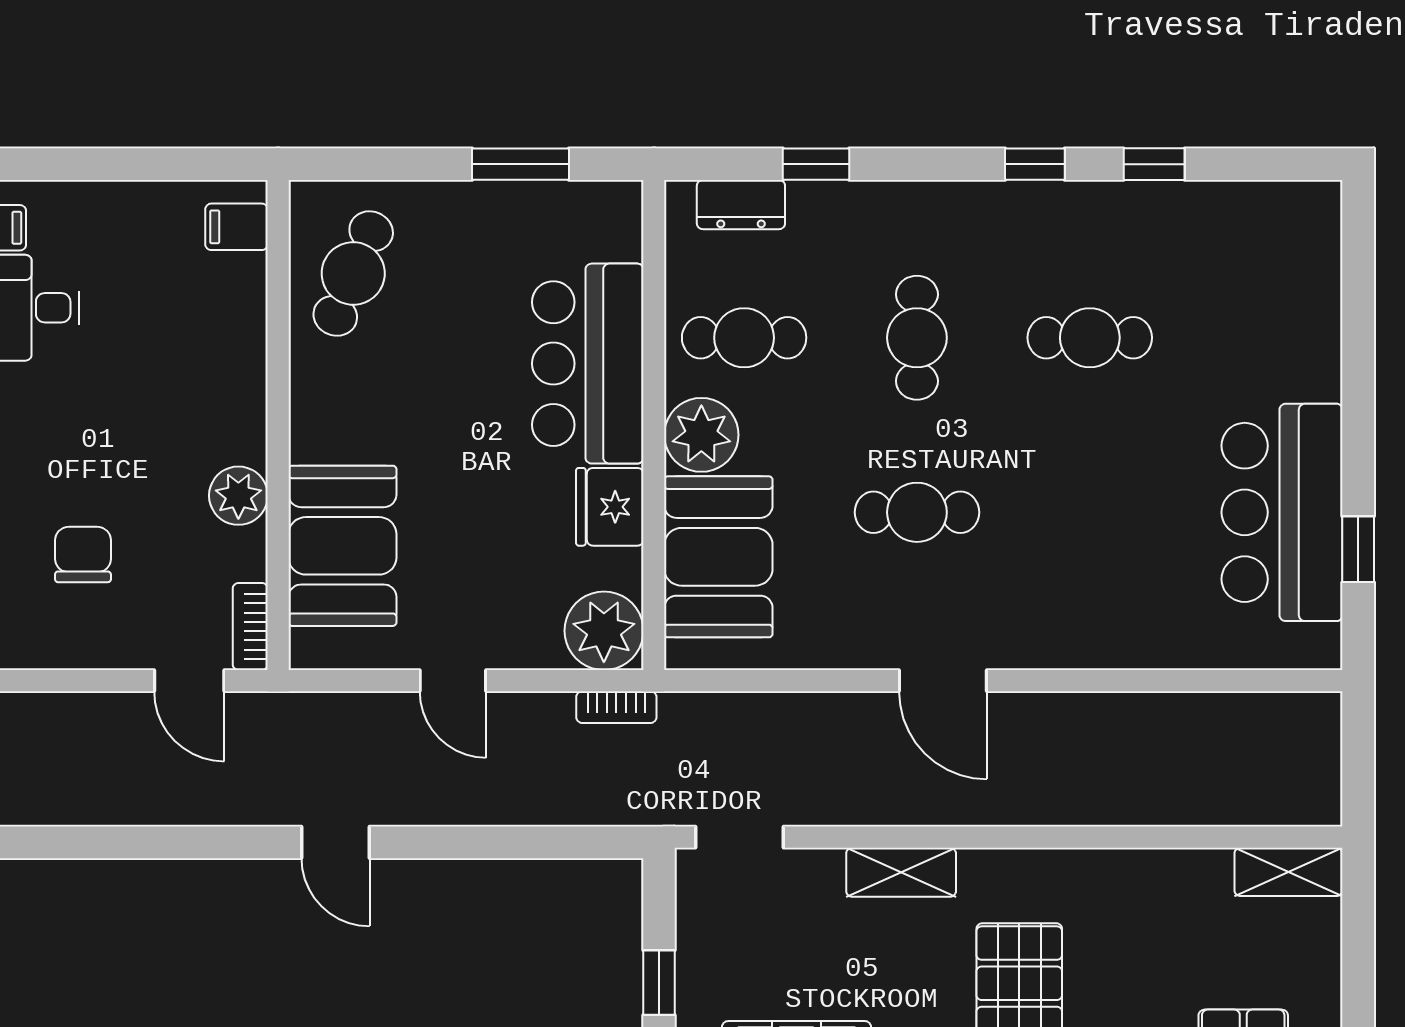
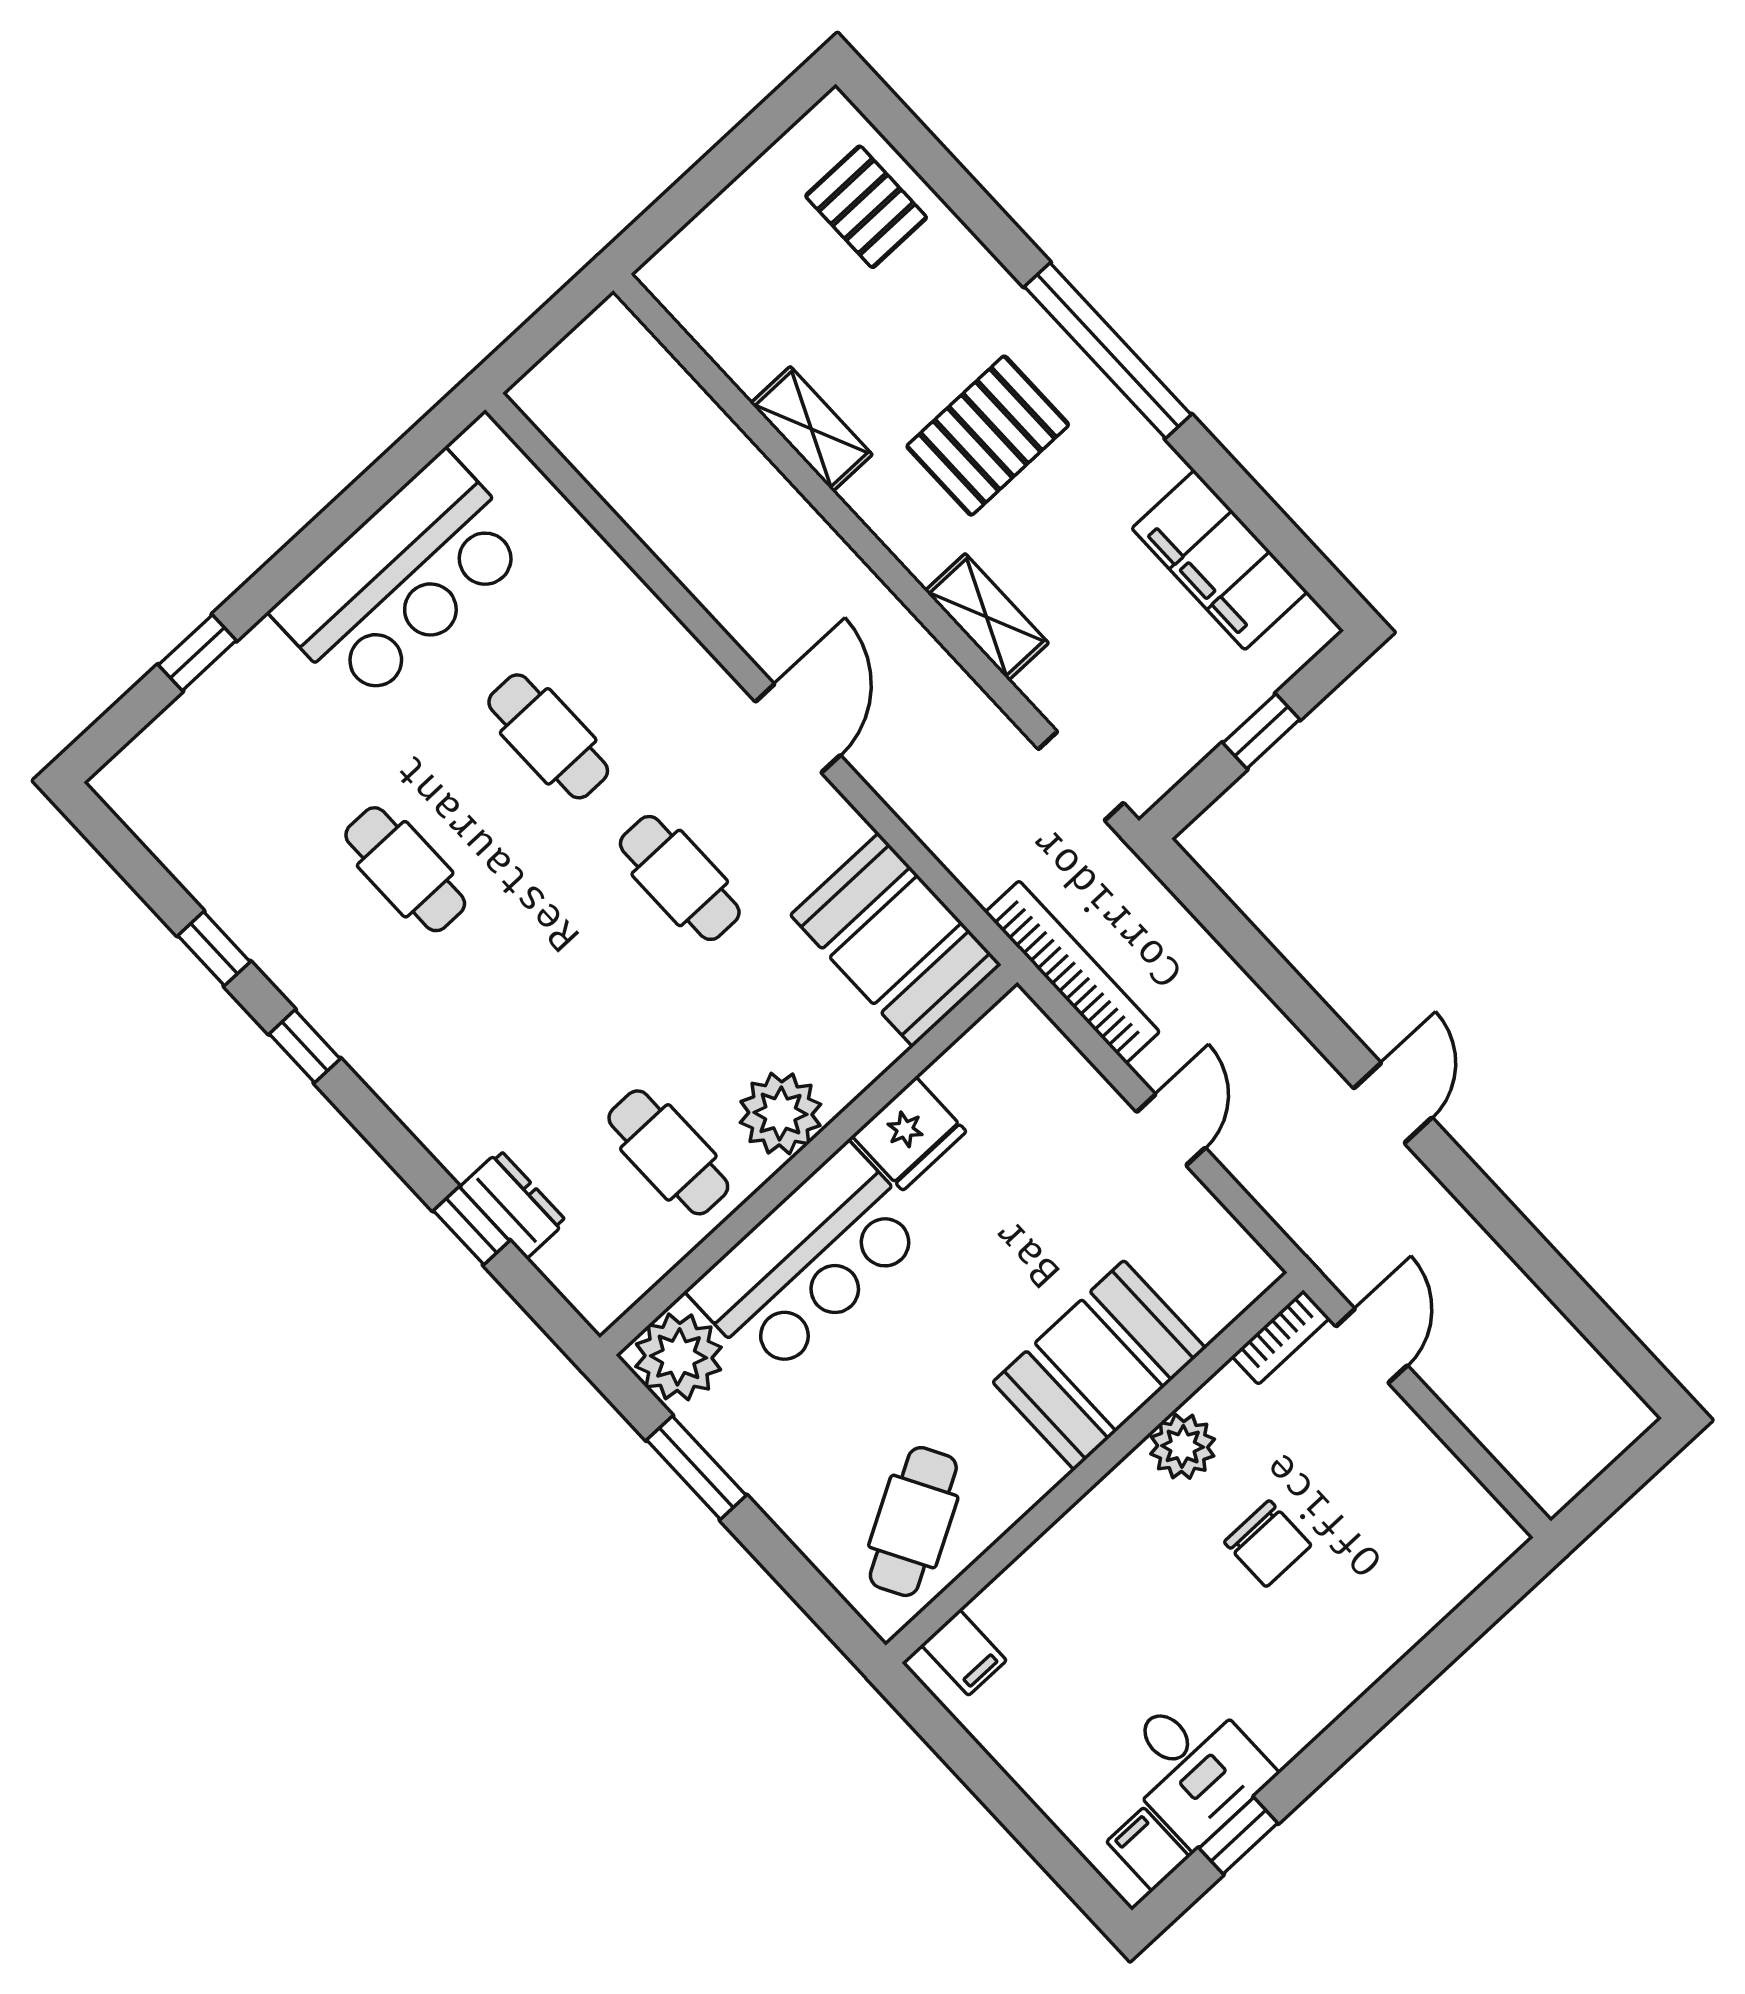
dresser: (741, 205) -> (513, 1204), moved
cafe table: (353, 273) -> (913, 1522), turned -52
cafe table: (917, 338) -> (548, 736), moved, turned 90
booth: (342, 546) -> (1099, 1365), moved
window: (1358, 549) -> (197, 653), moved
chair: (83, 555) -> (1268, 1544), moved, turned -90
booth: (718, 557) -> (896, 940), moved, turned 90
plant: (604, 631) -> (678, 1357), moved
bookcase: (616, 707) -> (1072, 972), width x2.31, depth x1.31
shelving: (1289, 872) -> (811, 429), moved

